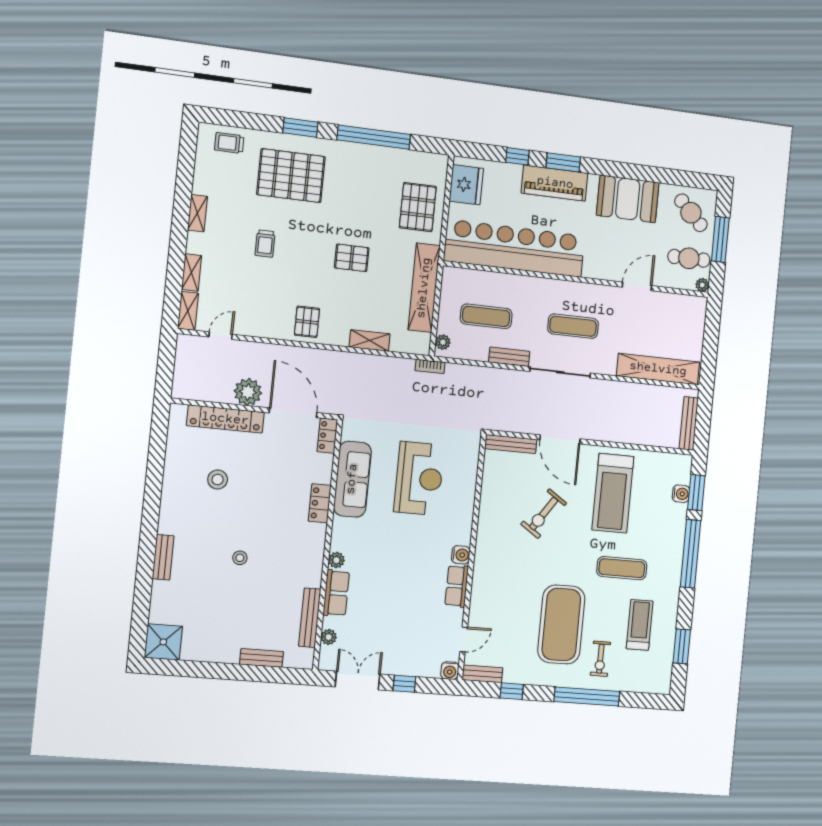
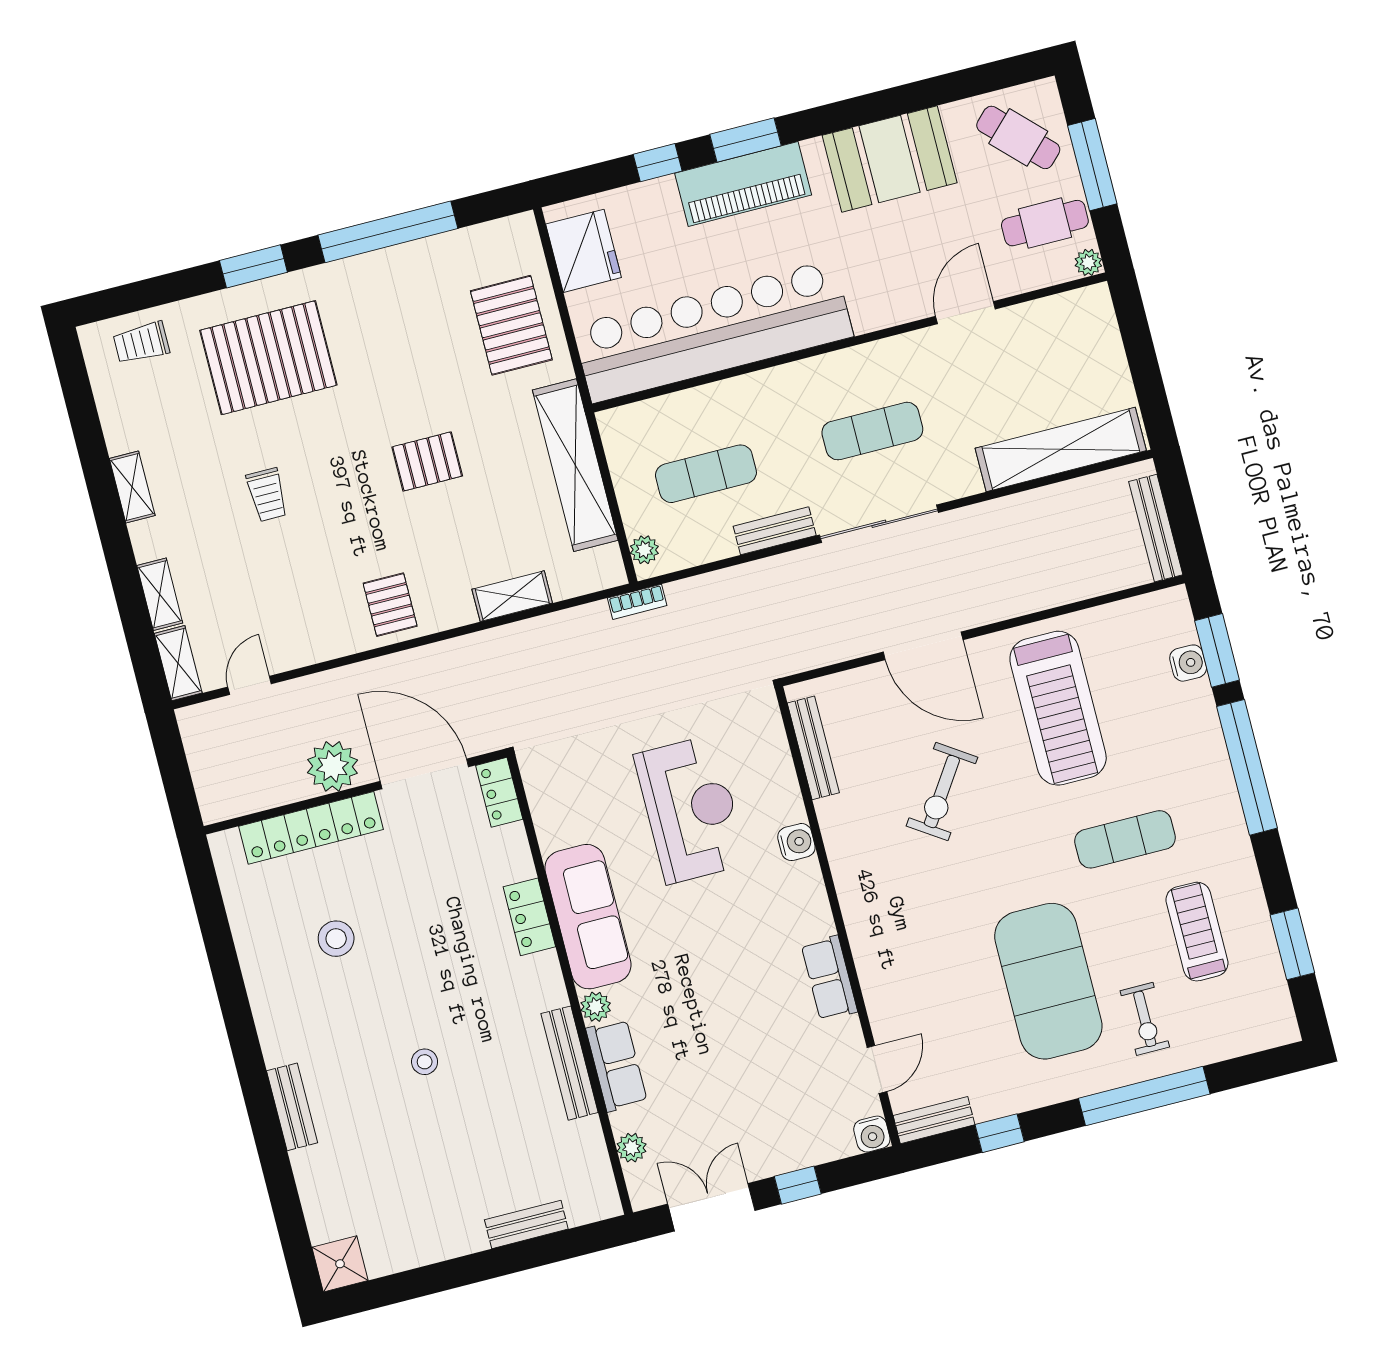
bench: (511, 444) -> (813, 748), moved, turned 90
sofa: (352, 479) -> (588, 917), moved
water cooler: (461, 555) -> (796, 842), moved
bench: (310, 618) -> (570, 1063), moved
shower: (163, 642) -> (340, 1264), width x0.73, depth x0.73

